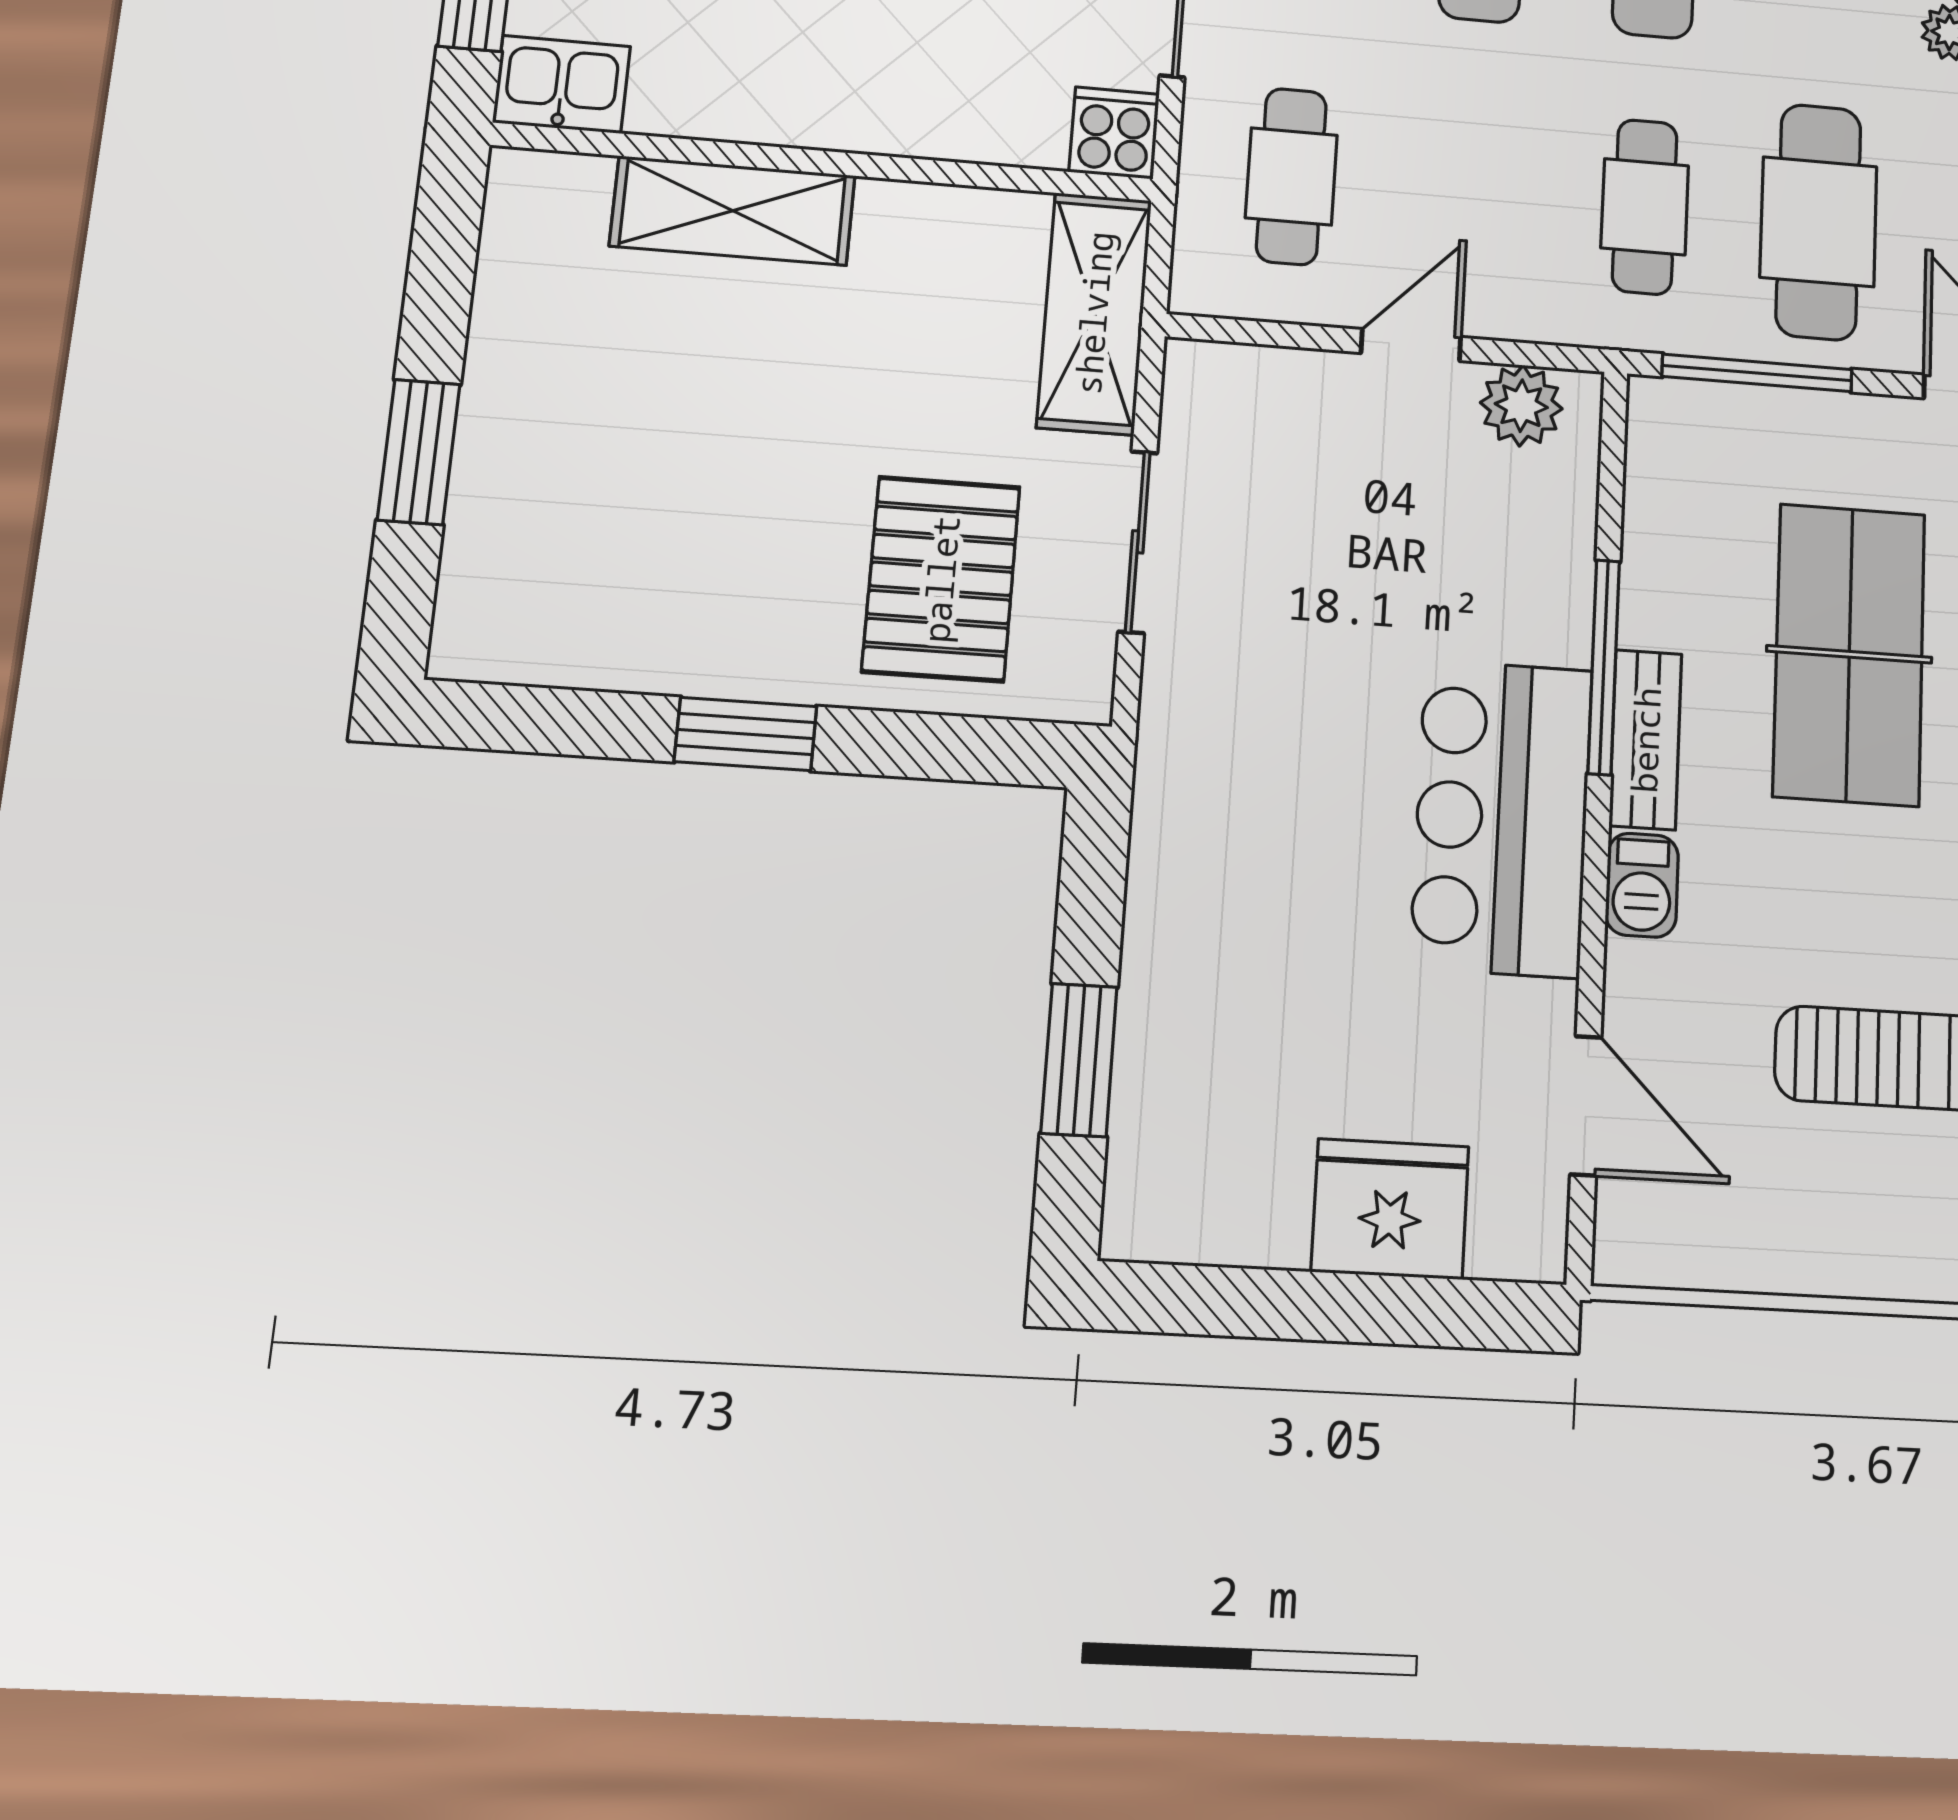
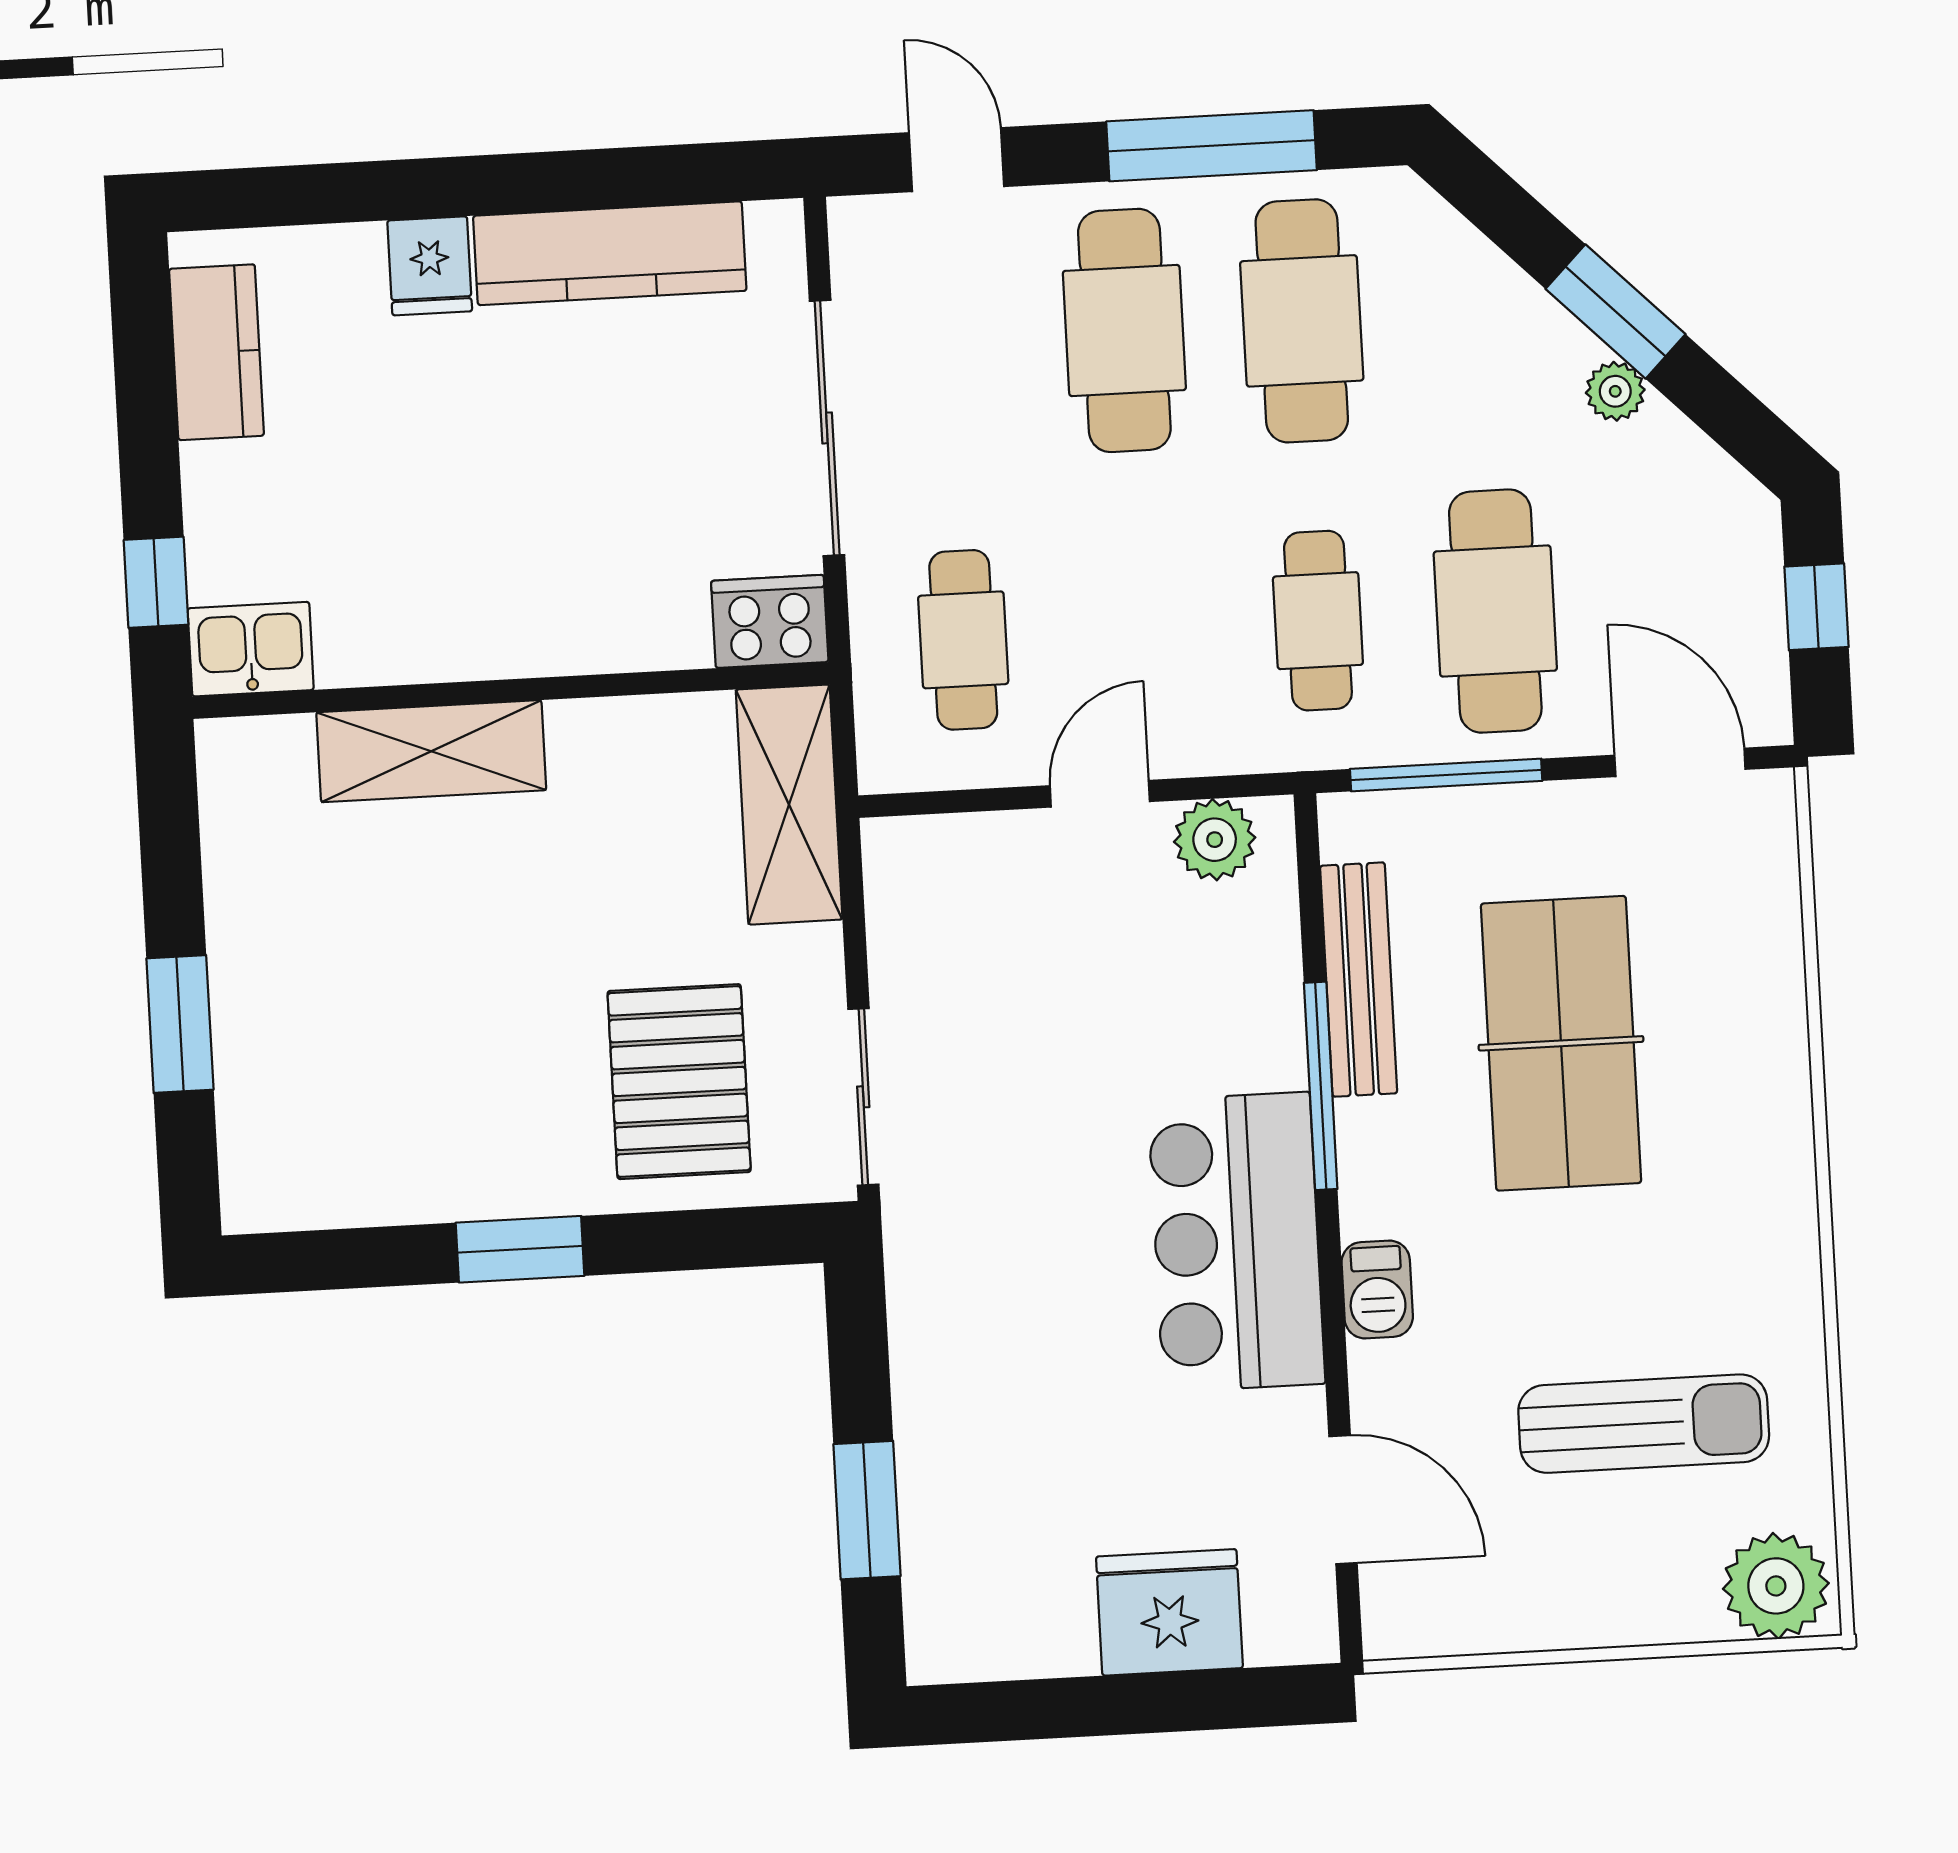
cooker: (1114, 133) -> (770, 621), width x1.36
sliding door: (1138, 542) -> (863, 1097), moved
bench: (1646, 740) -> (1359, 980), moved, width x1.36

